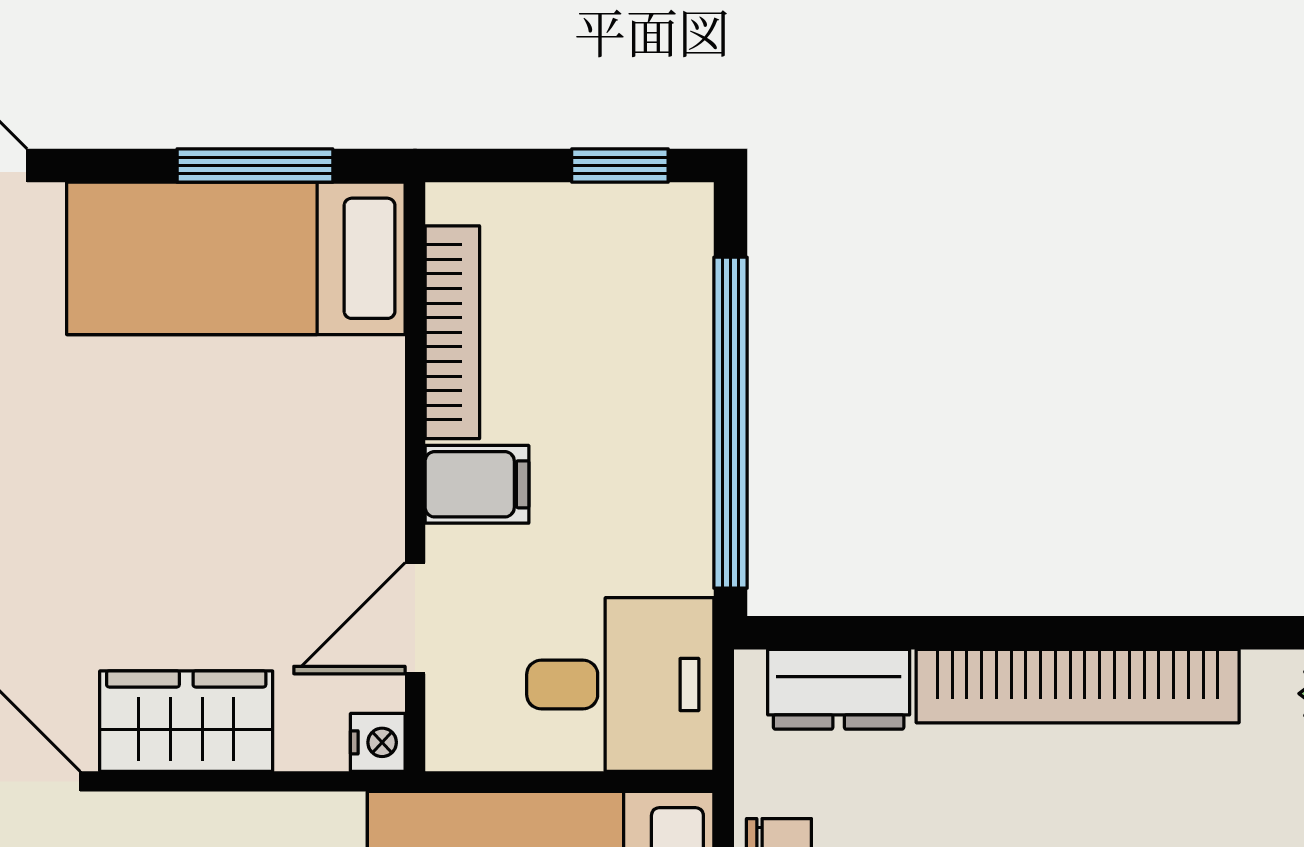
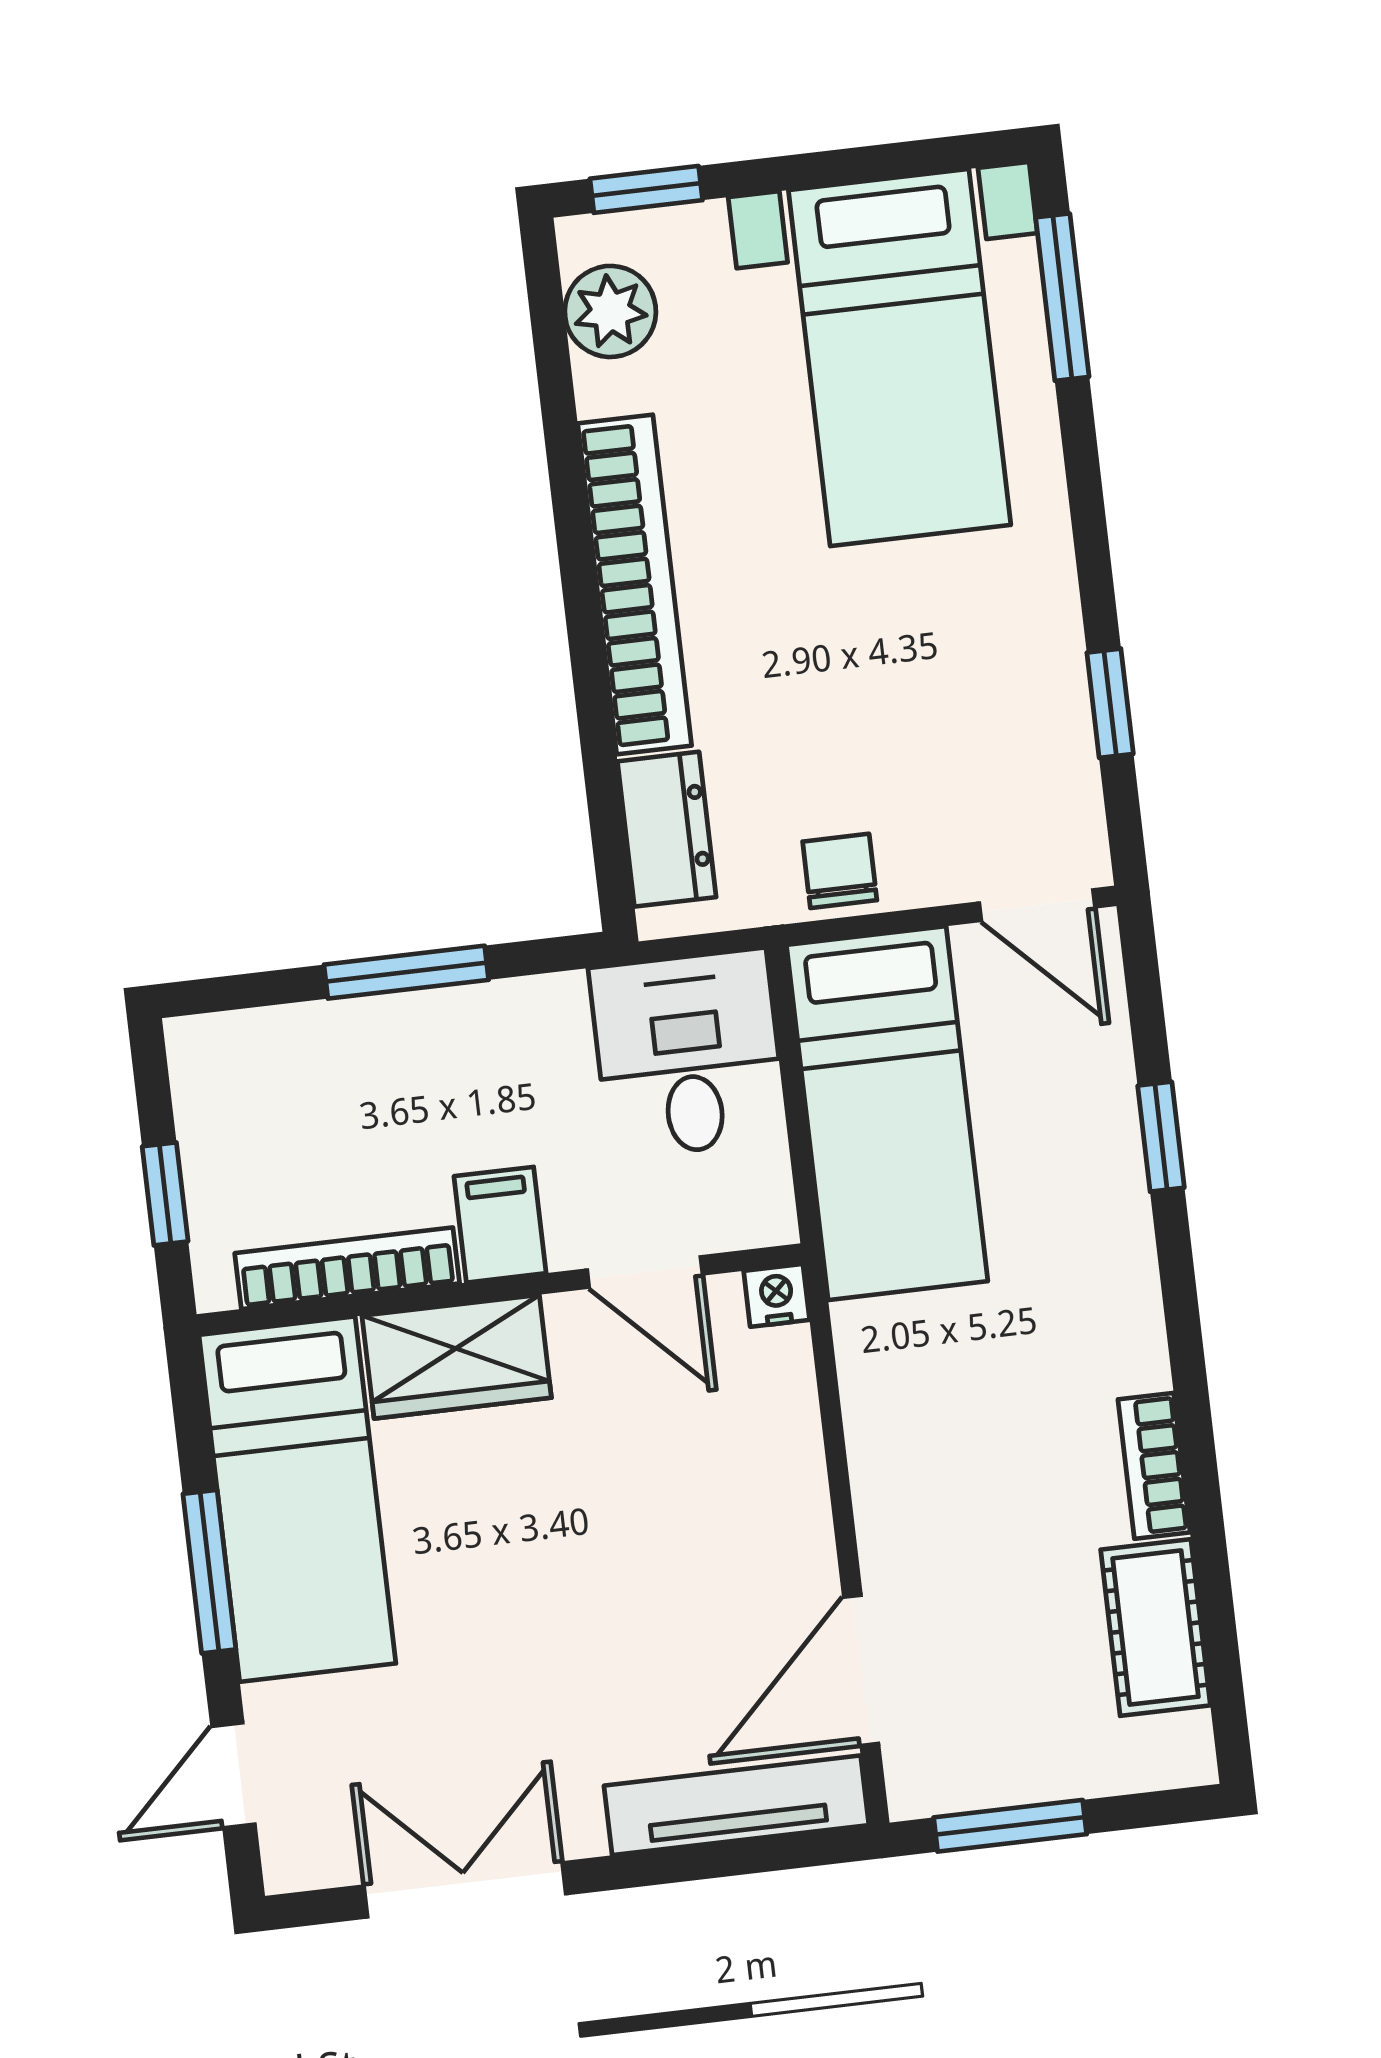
window: (255, 166) -> (209, 1572), moved
window: (620, 166) -> (165, 1194), moved
window: (730, 423) -> (406, 972), width x0.47
wardrobe: (186, 721) -> (457, 1357), moved, turned -90

